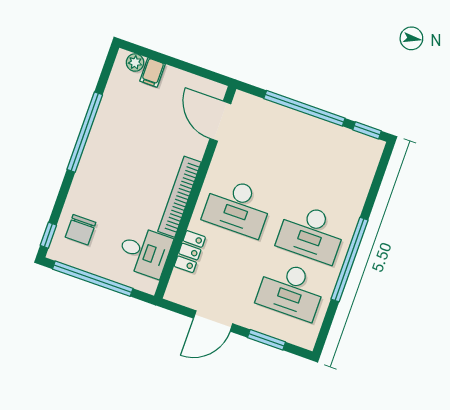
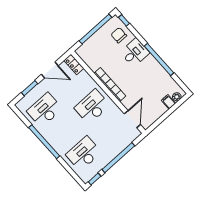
door: (220, 121) -> (132, 119), hinge flipped
desk: (311, 233) -> (84, 153), moved
desk: (145, 252) -> (135, 53), moved, turned 180
locker: (190, 252) -> (74, 64), moved
door: (213, 321) -> (50, 70), swing flipped

